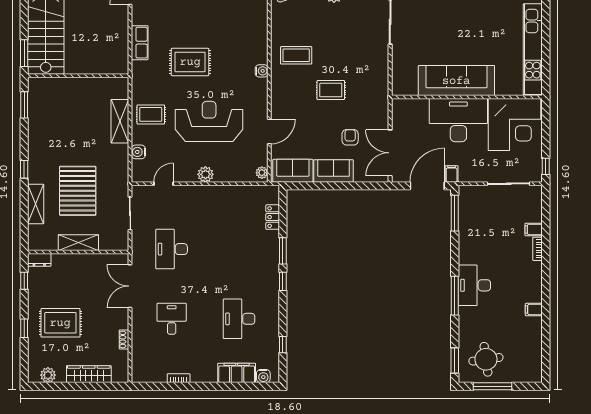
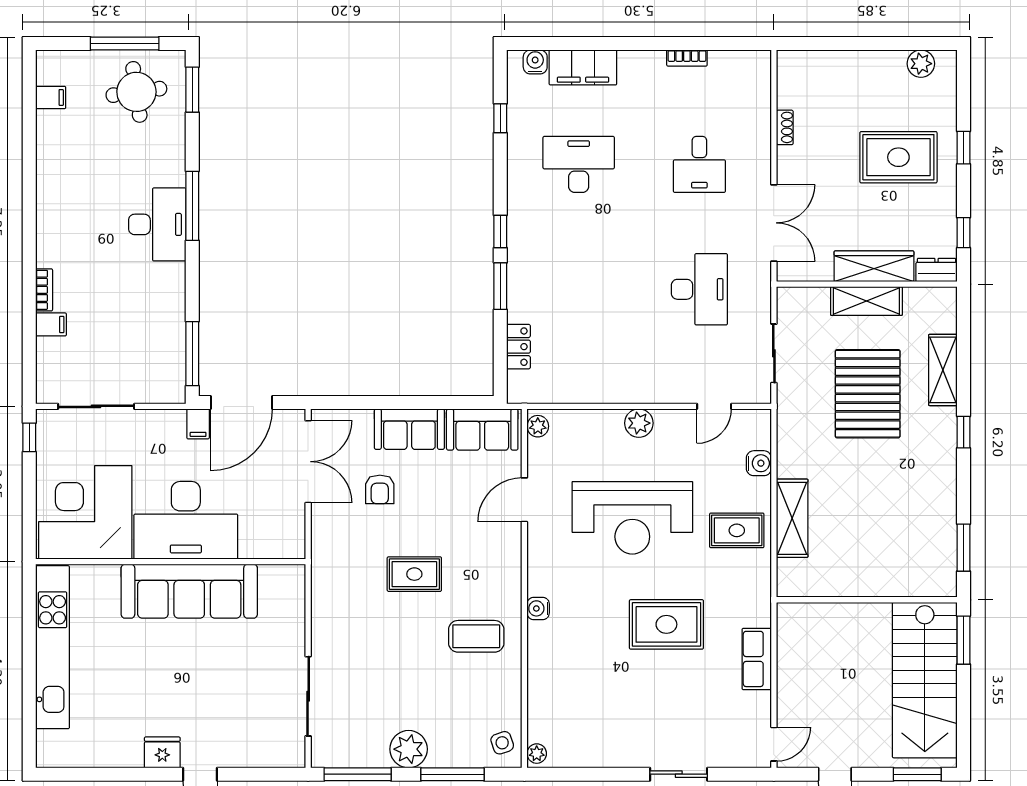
filing cabinet: (534, 310) -> (51, 97), moved
desk: (239, 319) -> (579, 164), turned -90
wardrobe: (89, 374) -> (874, 266), moved, turned 180

